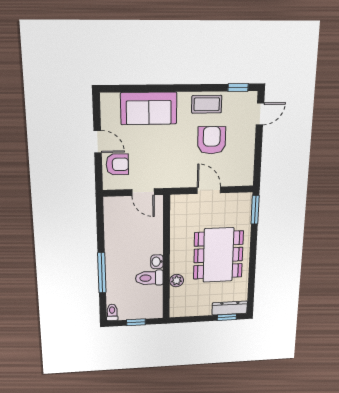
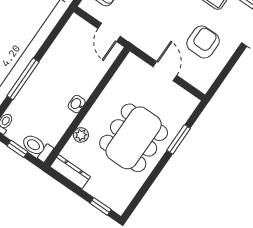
armchair: (212, 140) -> (203, 42), moved
window: (255, 210) -> (179, 139), moved
toilet: (149, 278) -> (37, 147), moved
dresser: (230, 308) -> (70, 172), moved

